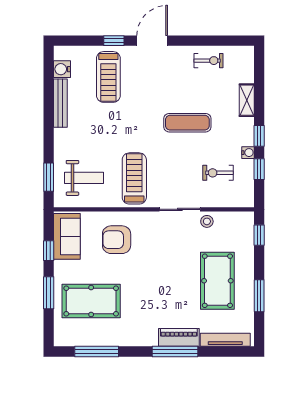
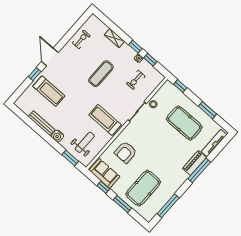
water cooler: (62, 69) -> (58, 136), moved

